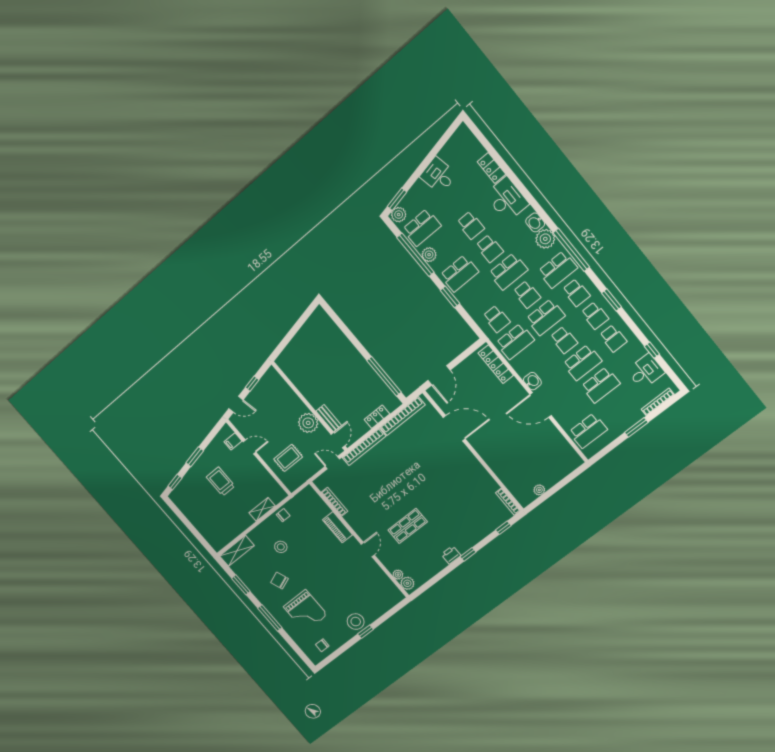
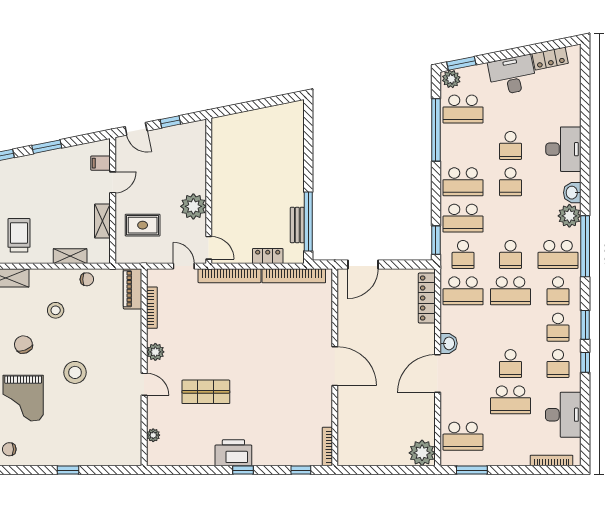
locker: (492, 168) -> (550, 59), moved, turned -101
desk: (438, 175) -> (512, 75), width x1.37
plant: (429, 255) -> (449, 140), removed
school desk: (508, 271) -> (463, 218), moved
window: (450, 297) -> (436, 240), moved
school desk: (564, 340) -> (511, 327), removed
window: (652, 350) -> (585, 362), moved
school desk: (582, 362) -> (511, 364), width x0.54
desk: (646, 371) -> (563, 415), width x1.37
door: (541, 405) -> (438, 374), hinge flipped
bench: (329, 418) -> (297, 225), moved
window: (636, 427) -> (472, 470), moved
door: (454, 428) -> (335, 366), moved
door: (338, 440) -> (209, 248), hinge flipped
door: (249, 447) -> (113, 182), hinge flipped
shelving: (263, 474) -> (102, 221), added
trolley: (221, 481) -> (19, 235), moved
plant: (539, 490) -> (422, 453), moved, width x1.88, depth x1.88
piano: (338, 527) -> (133, 289), moved
door: (368, 550) -> (144, 384), hinge flipped
printer: (451, 555) -> (233, 453), width x1.87, depth x1.48
plant: (407, 583) -> (155, 352), moved
stool: (356, 622) -> (75, 372), moved

